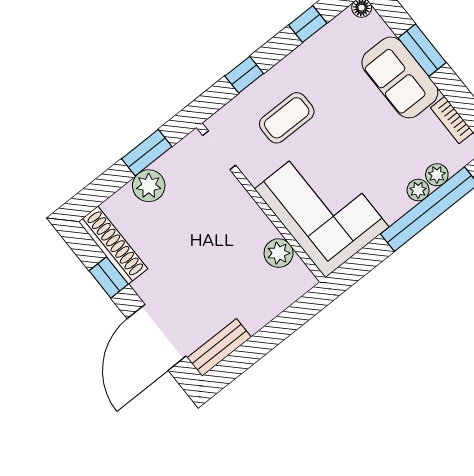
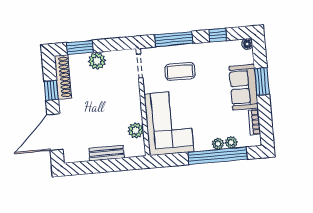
window: (244, 75) -> (174, 39), width x2.17
window: (147, 153) -> (80, 47), moved
bench: (219, 347) -> (107, 153), moved

